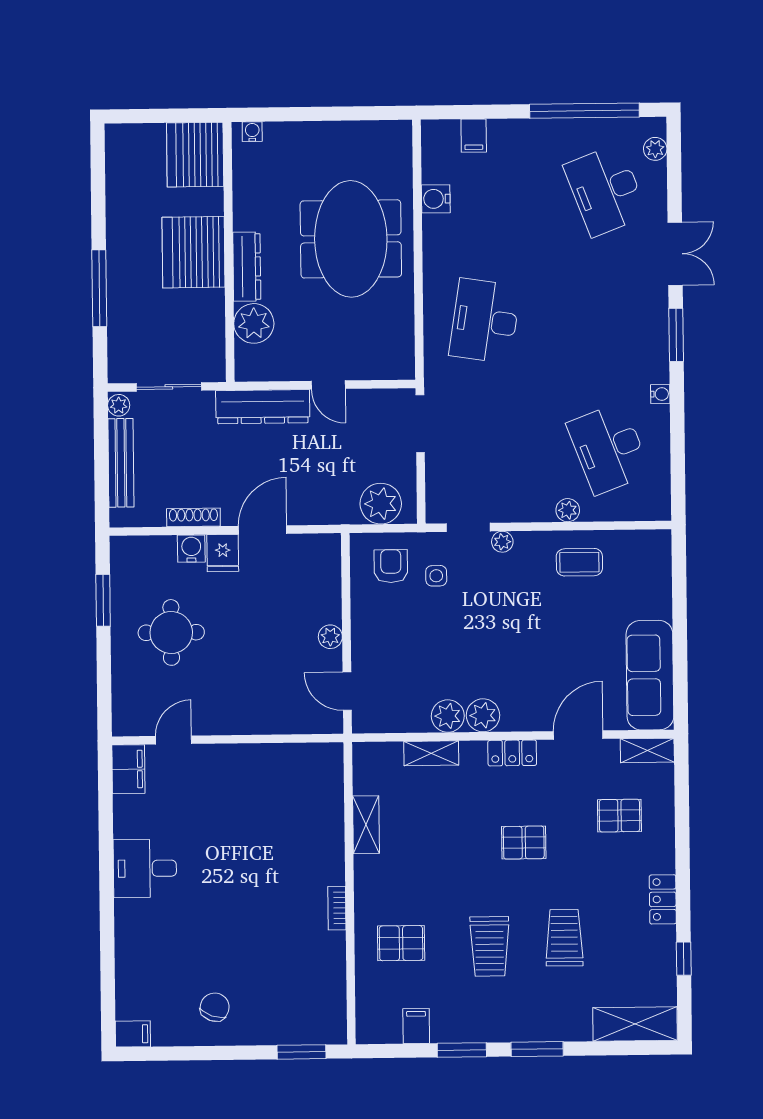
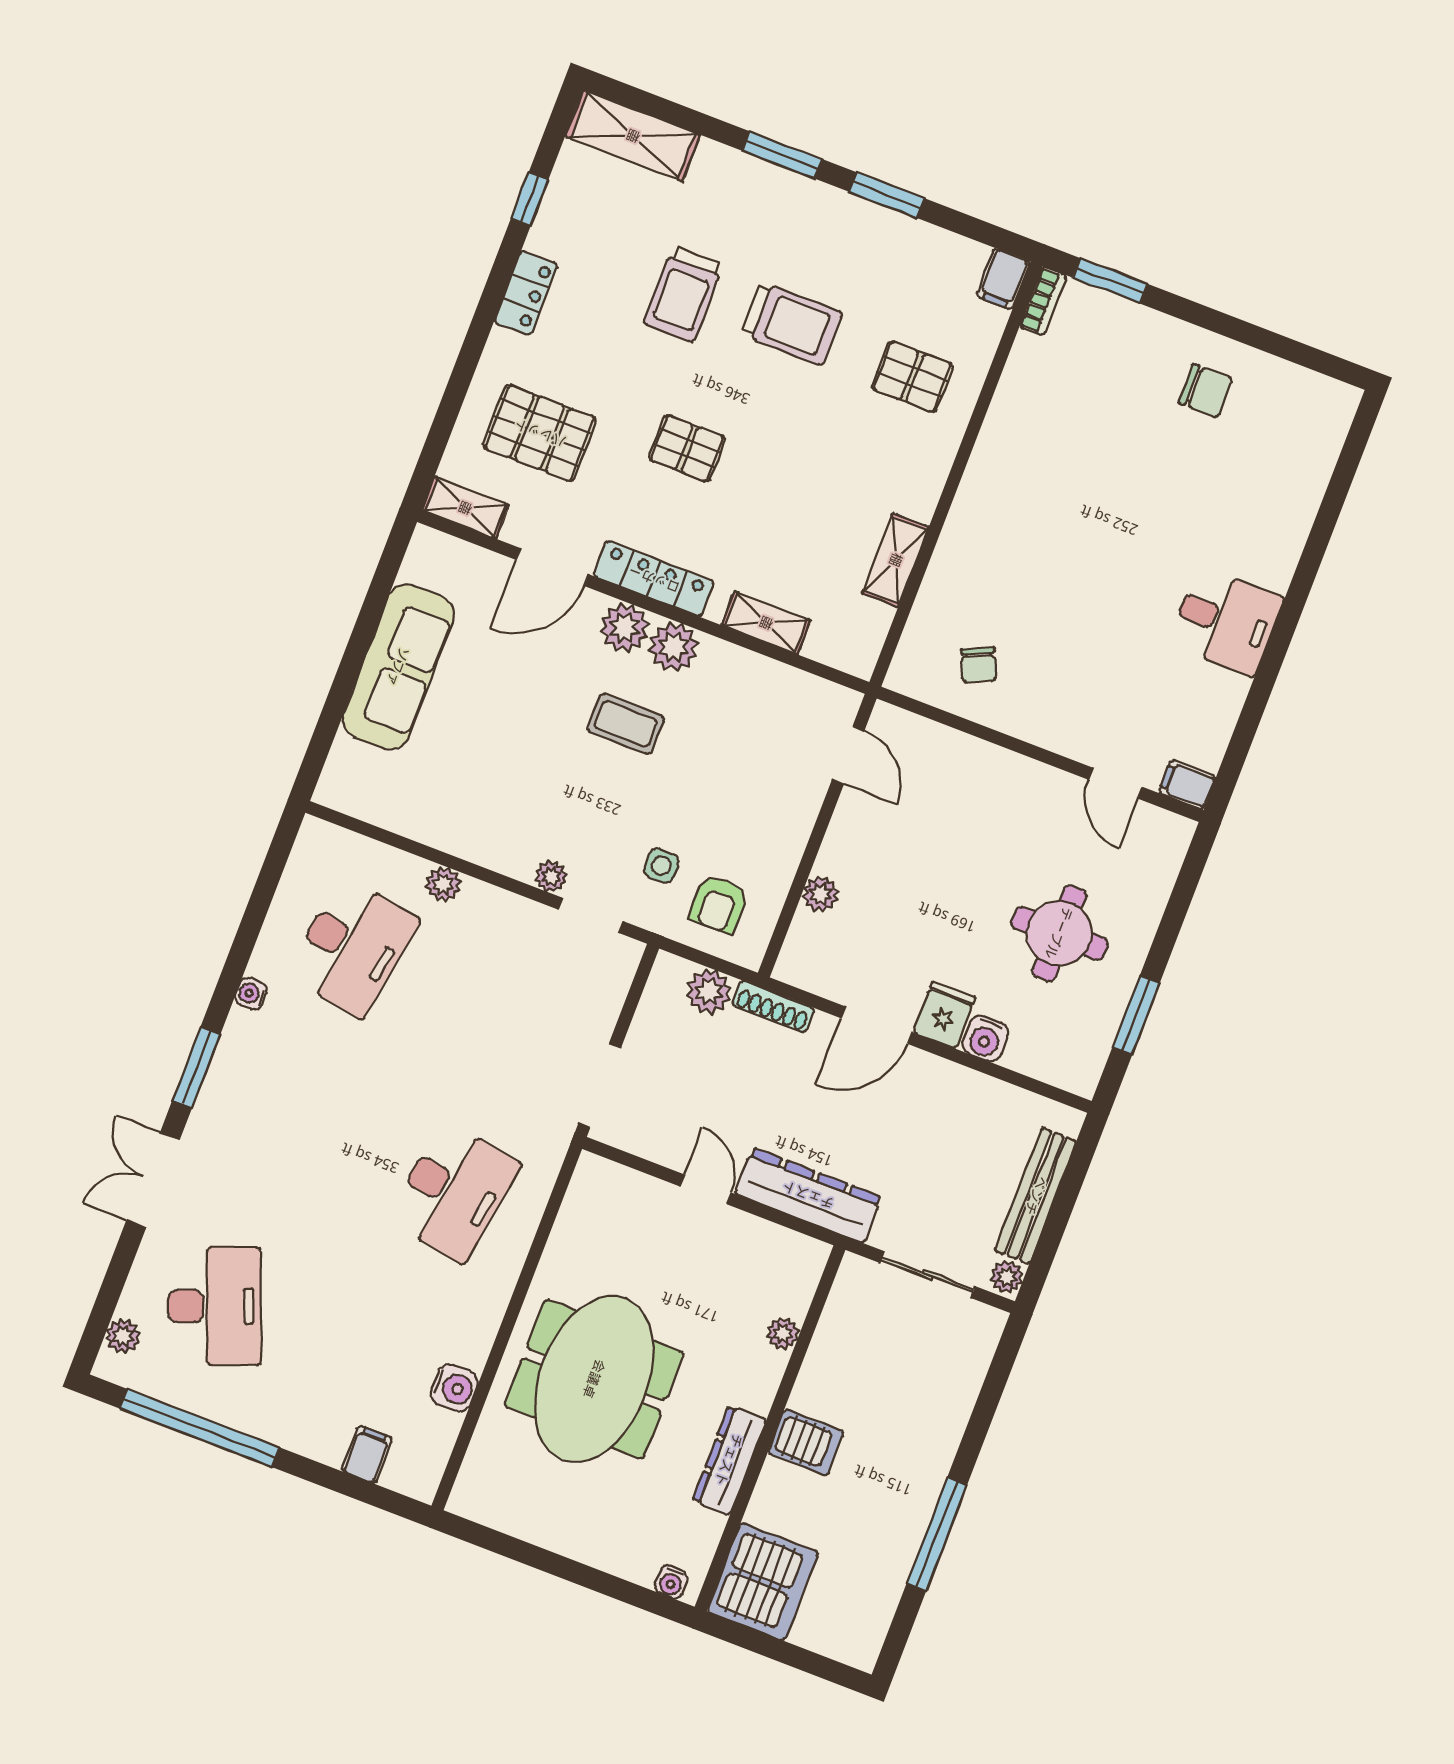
server rack: (194, 252) -> (806, 1442), width x0.46, depth x0.70
dresser: (247, 267) -> (729, 1460), moved
window: (99, 288) -> (937, 1534), moved
plant: (254, 323) -> (783, 1333), width x0.53, depth x0.53
desk: (609, 448) -> (352, 947), turned 30
plant: (381, 504) -> (709, 992), width x0.73, depth x0.73
shoe rack: (193, 517) -> (773, 1007), moved
coffee table: (579, 562) -> (626, 724), moved
plant: (330, 637) -> (821, 894), moved
sofa: (650, 675) -> (398, 667), moved
plant: (448, 716) -> (625, 628), moved
door: (174, 740) -> (1115, 783), hinge flipped
locker: (512, 753) -> (654, 579), width x1.53
filing cabinet: (128, 769) -> (1187, 785), width x0.50
chair: (288, 780) -> (979, 665), added
pallet: (619, 816) -> (540, 433), width x1.50, depth x1.42
bookcase: (337, 908) -> (1043, 301), moved
trolley: (490, 946) -> (792, 323), turned 90
chair: (215, 1007) -> (1206, 391), turned -110
filing cabinet: (416, 1026) -> (1003, 279), moved
filing cabinet: (133, 1034) -> (1334, 399), removed

